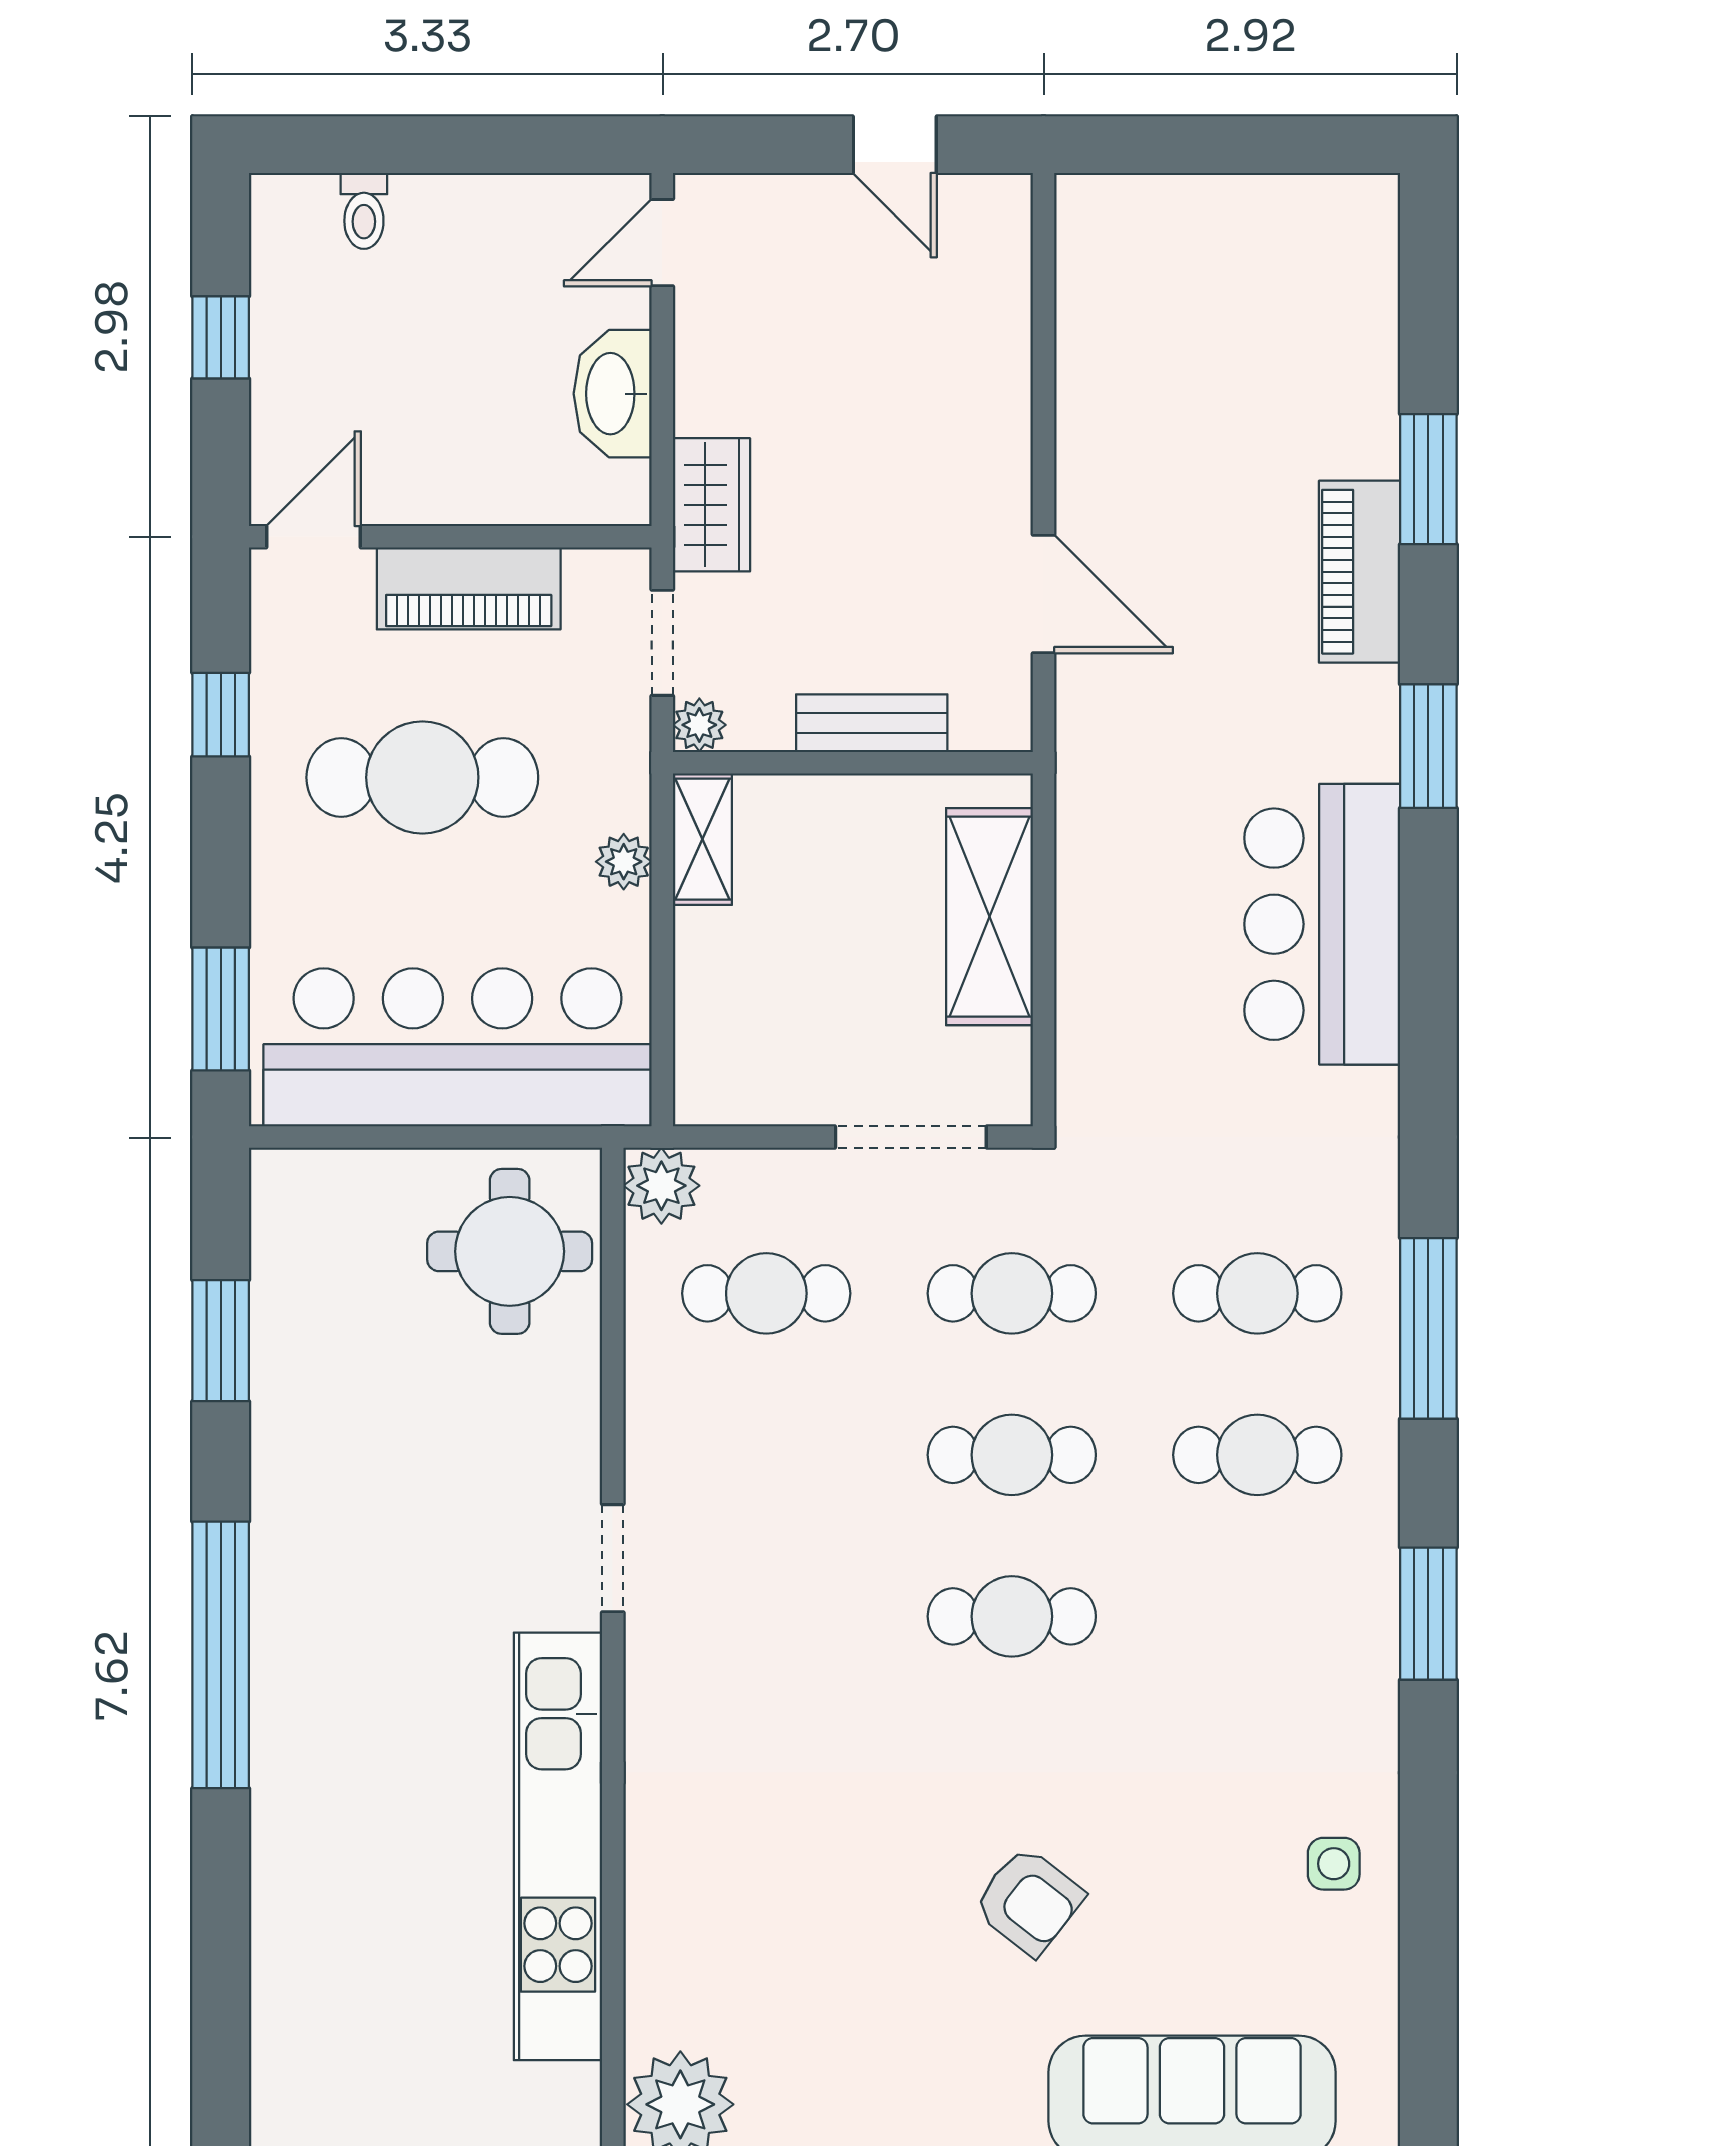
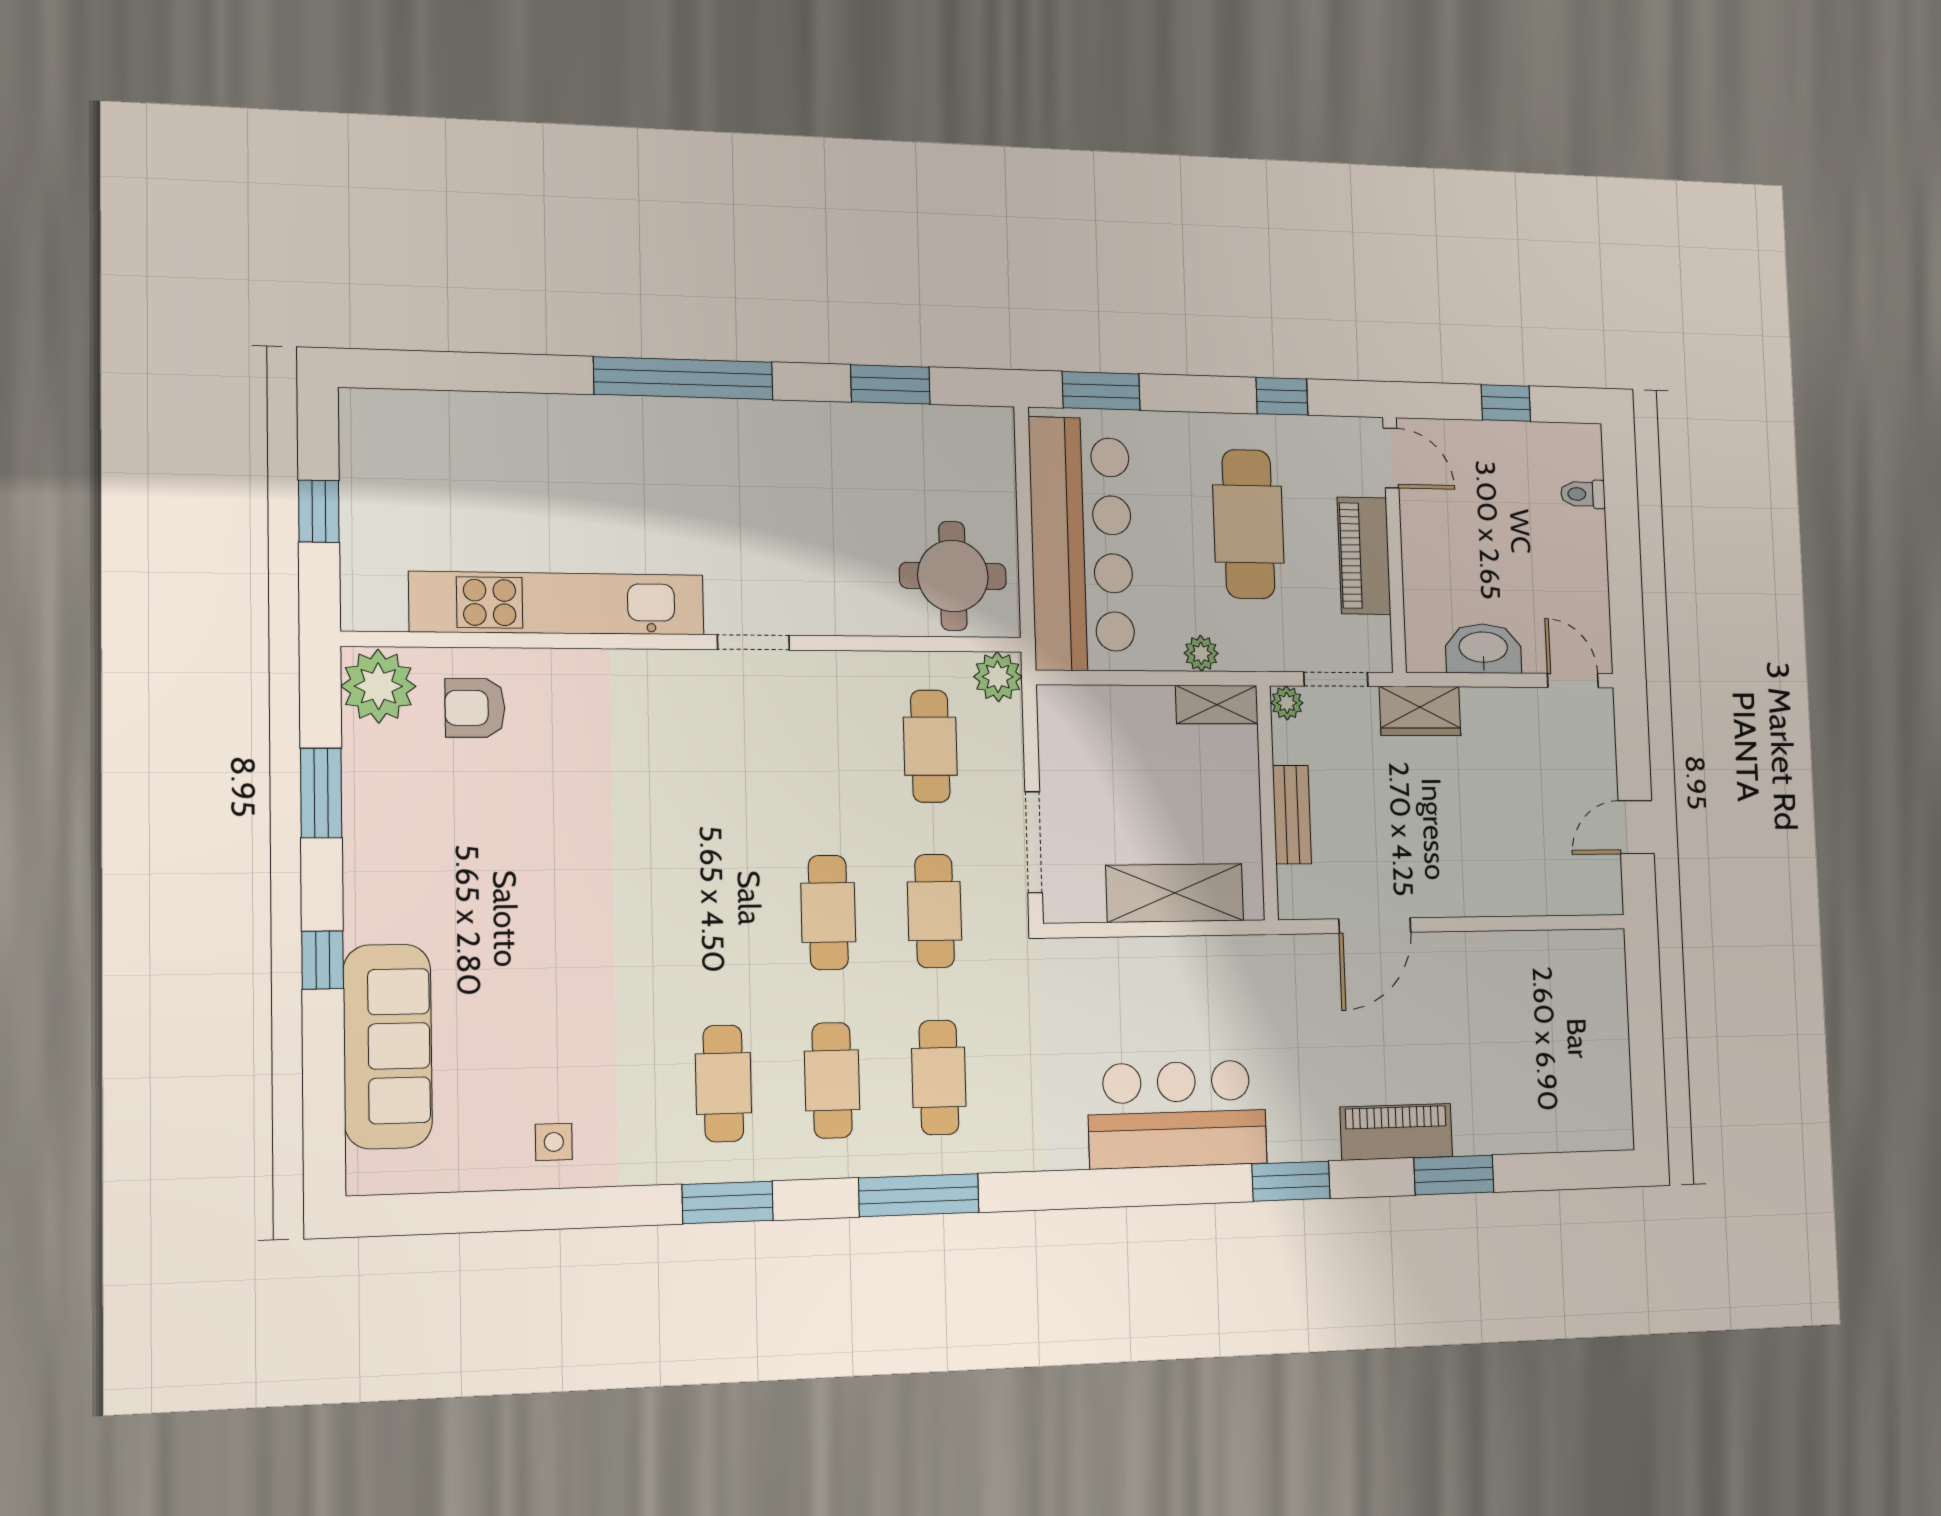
cafe table: (1012, 1616) -> (723, 1083), moved
armchair: (1029, 1901) -> (475, 708), moved, turned 52

